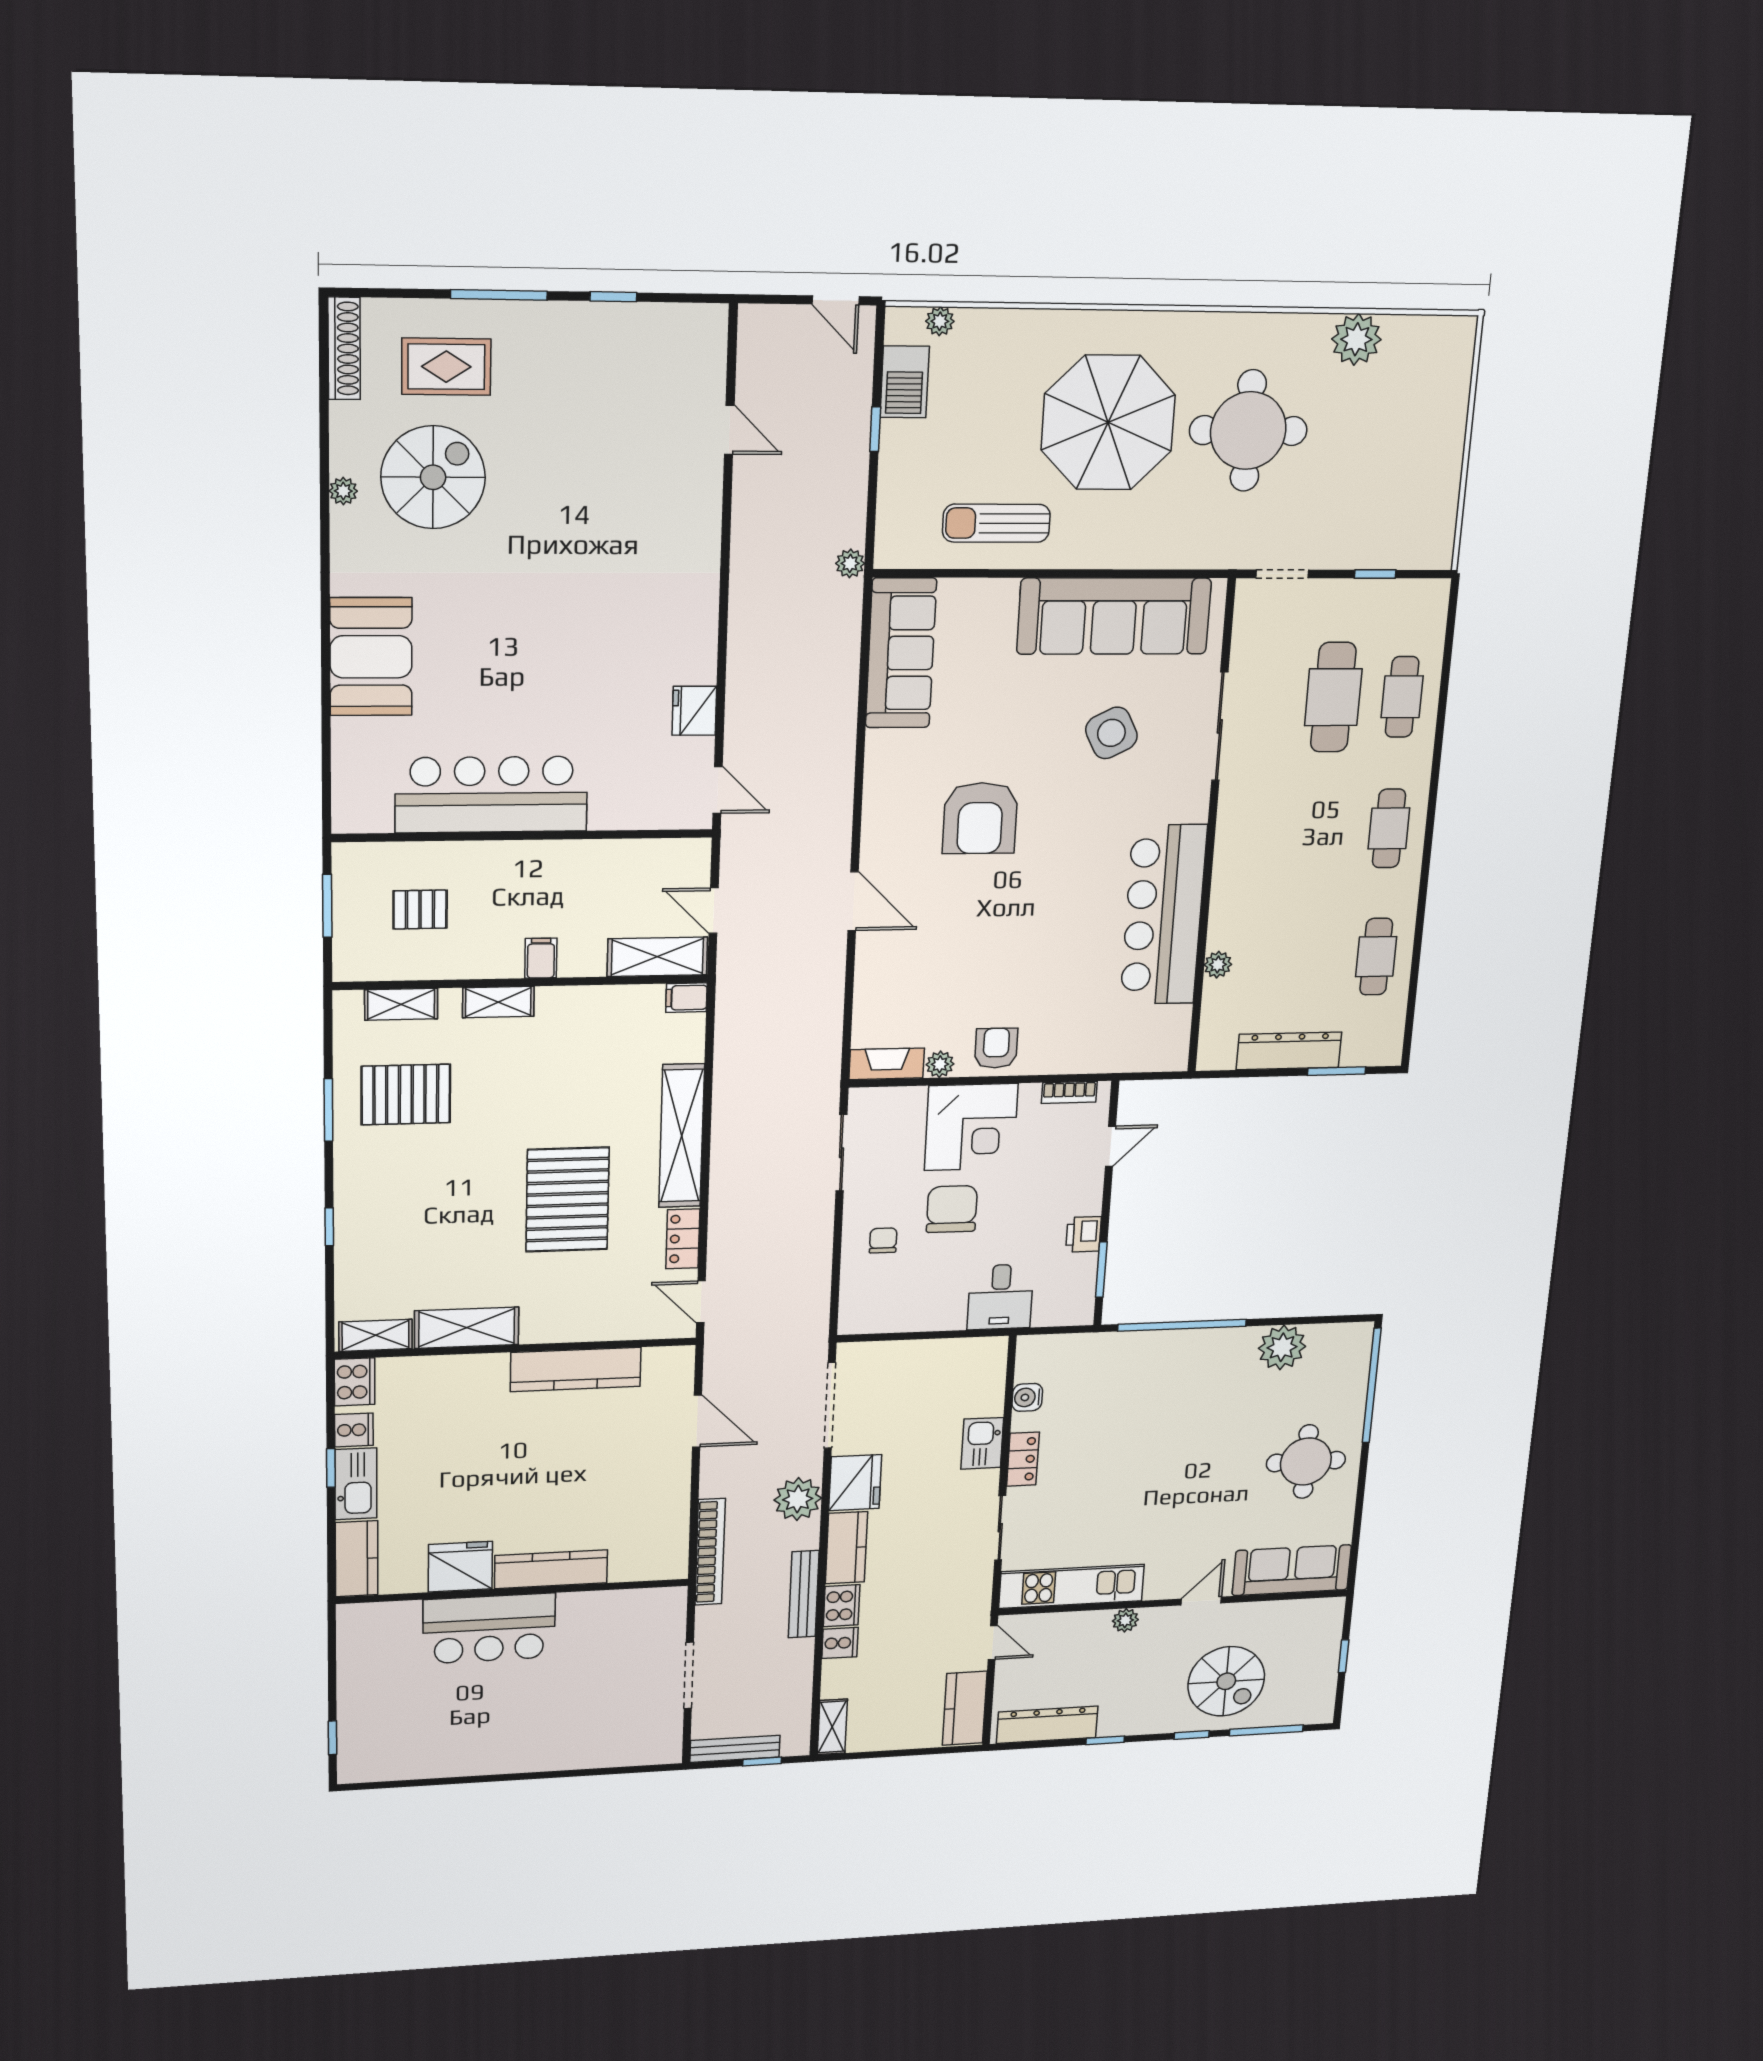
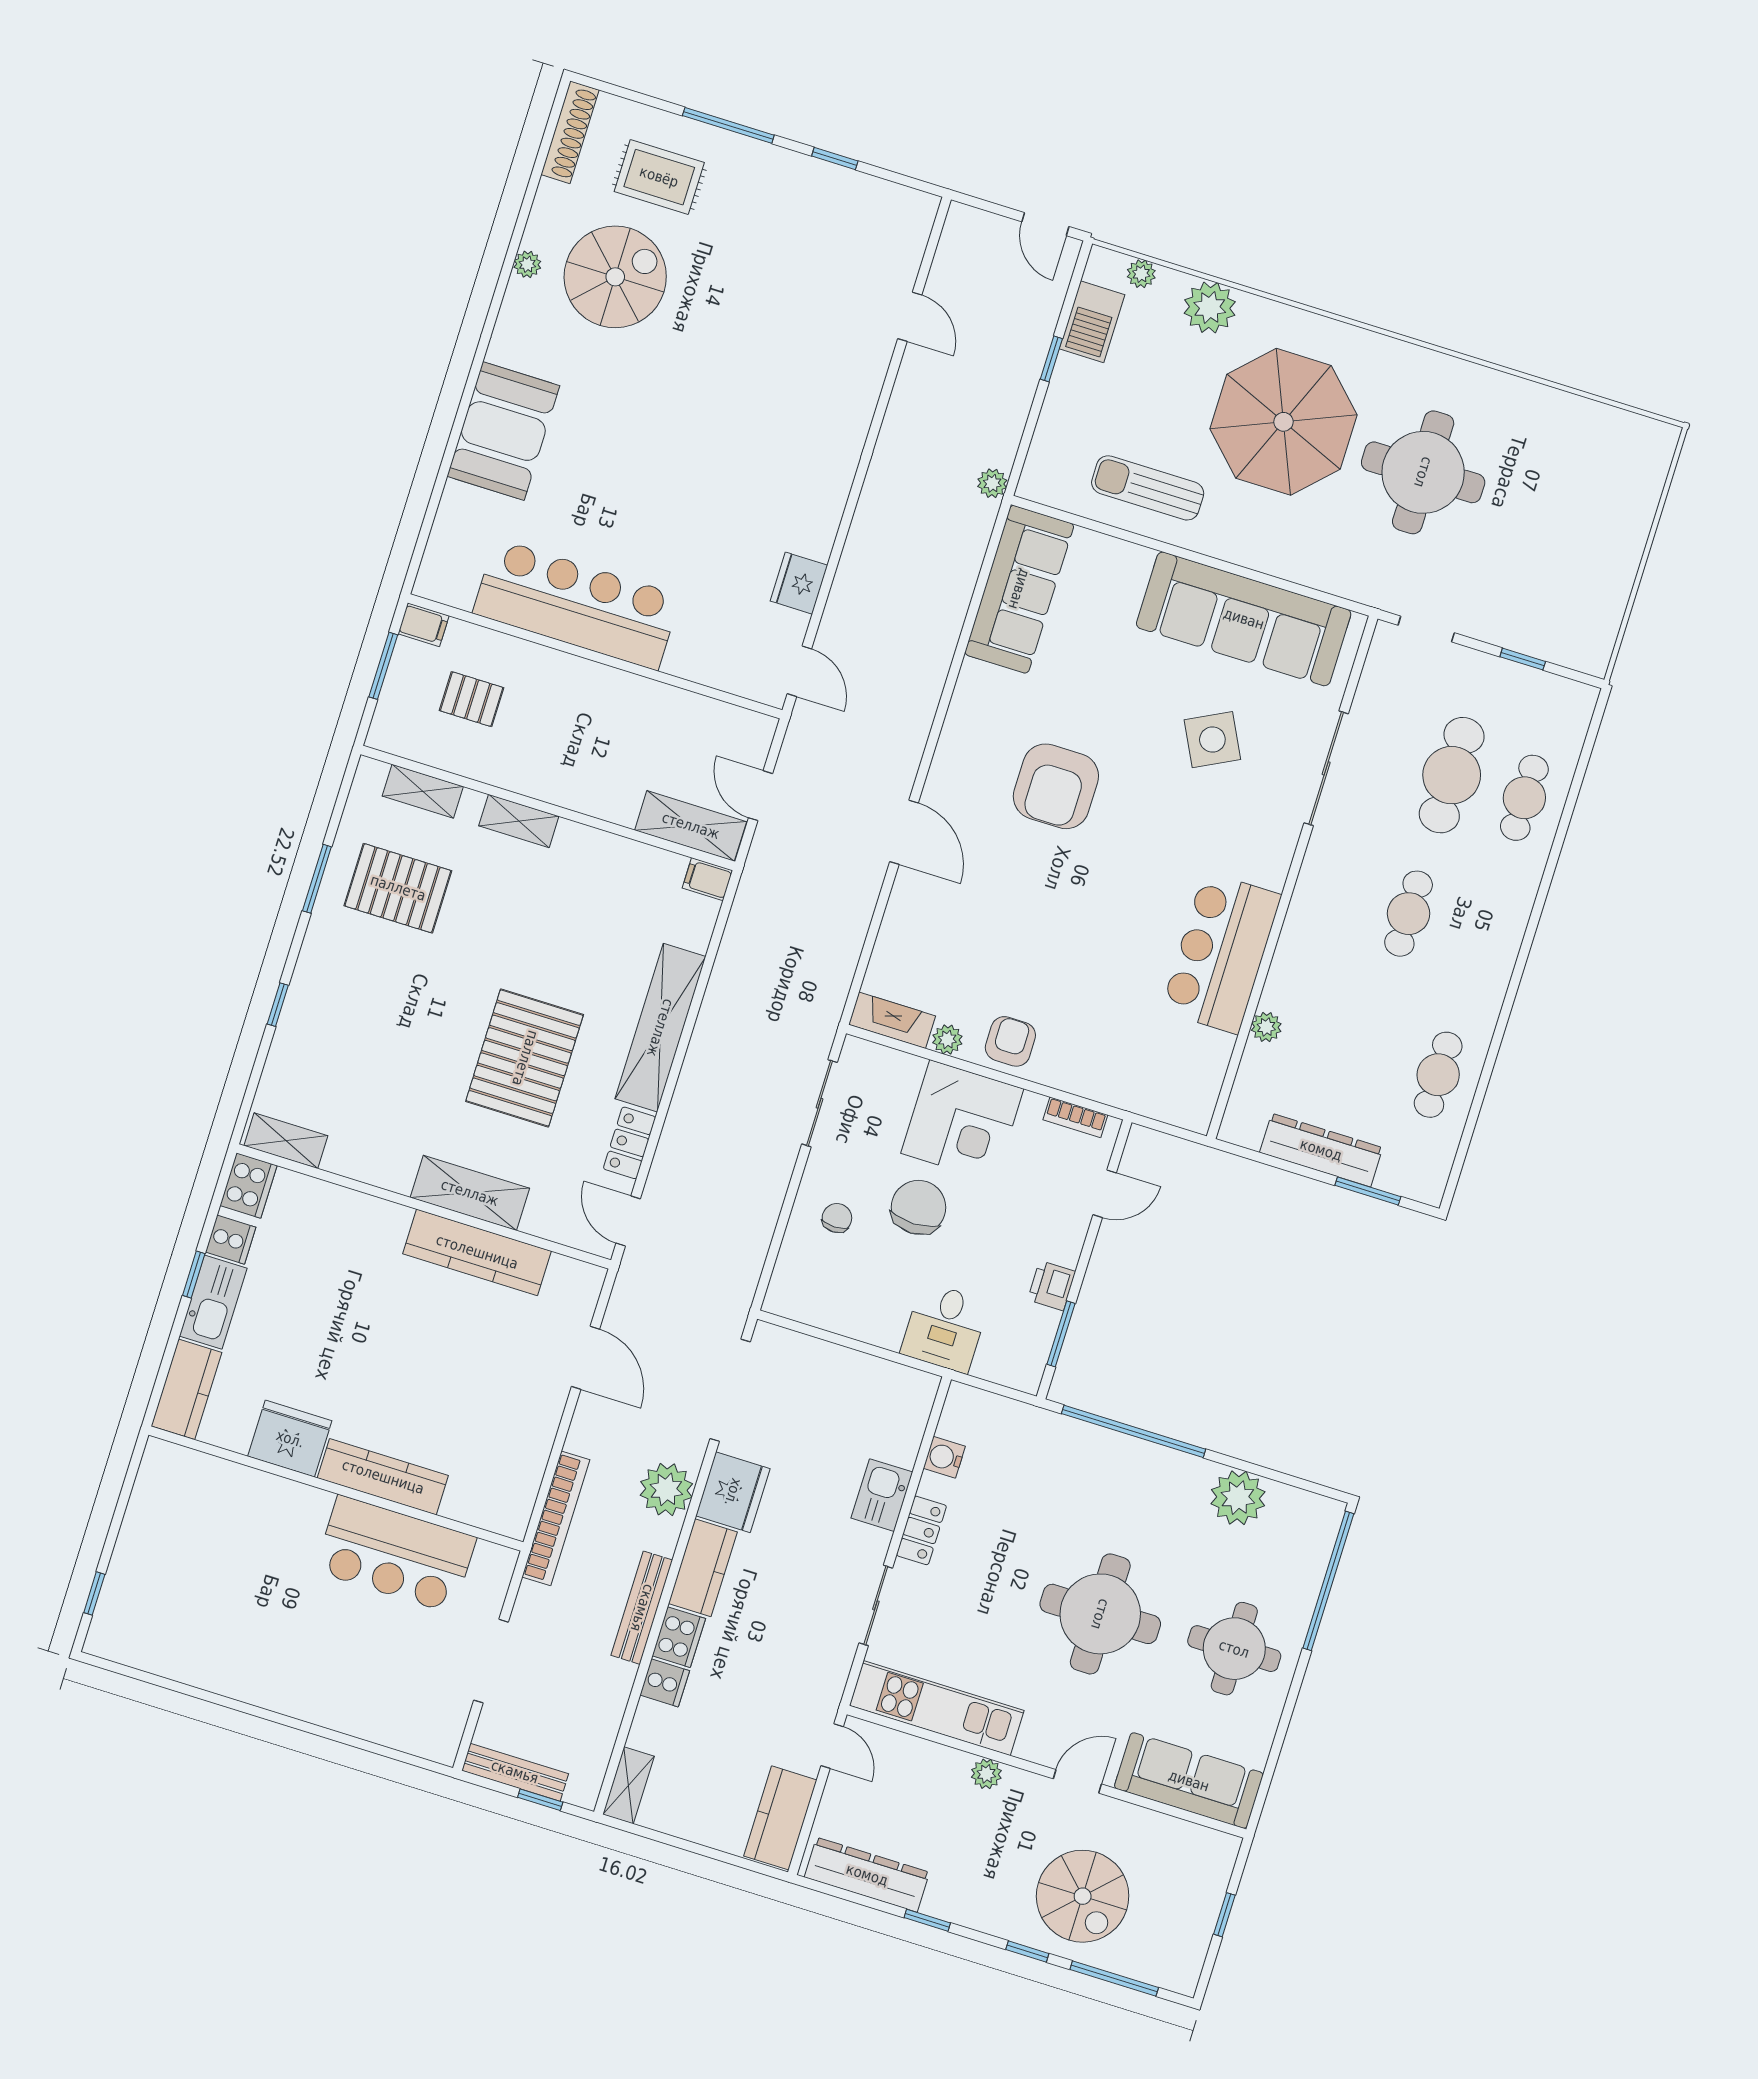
plant: (1356, 339) -> (1210, 307), moved
cafe table: (1389, 828) -> (1409, 914), moved
bar counter: (1163, 915) -> (1221, 953), width x0.73
filing cabinet: (541, 958) -> (424, 625), moved, turned 90
shelving: (467, 1328) -> (470, 1193), moved
round table: (1189, 1472) -> (1100, 1614), added
bar counter: (489, 1629) -> (396, 1554), moved

